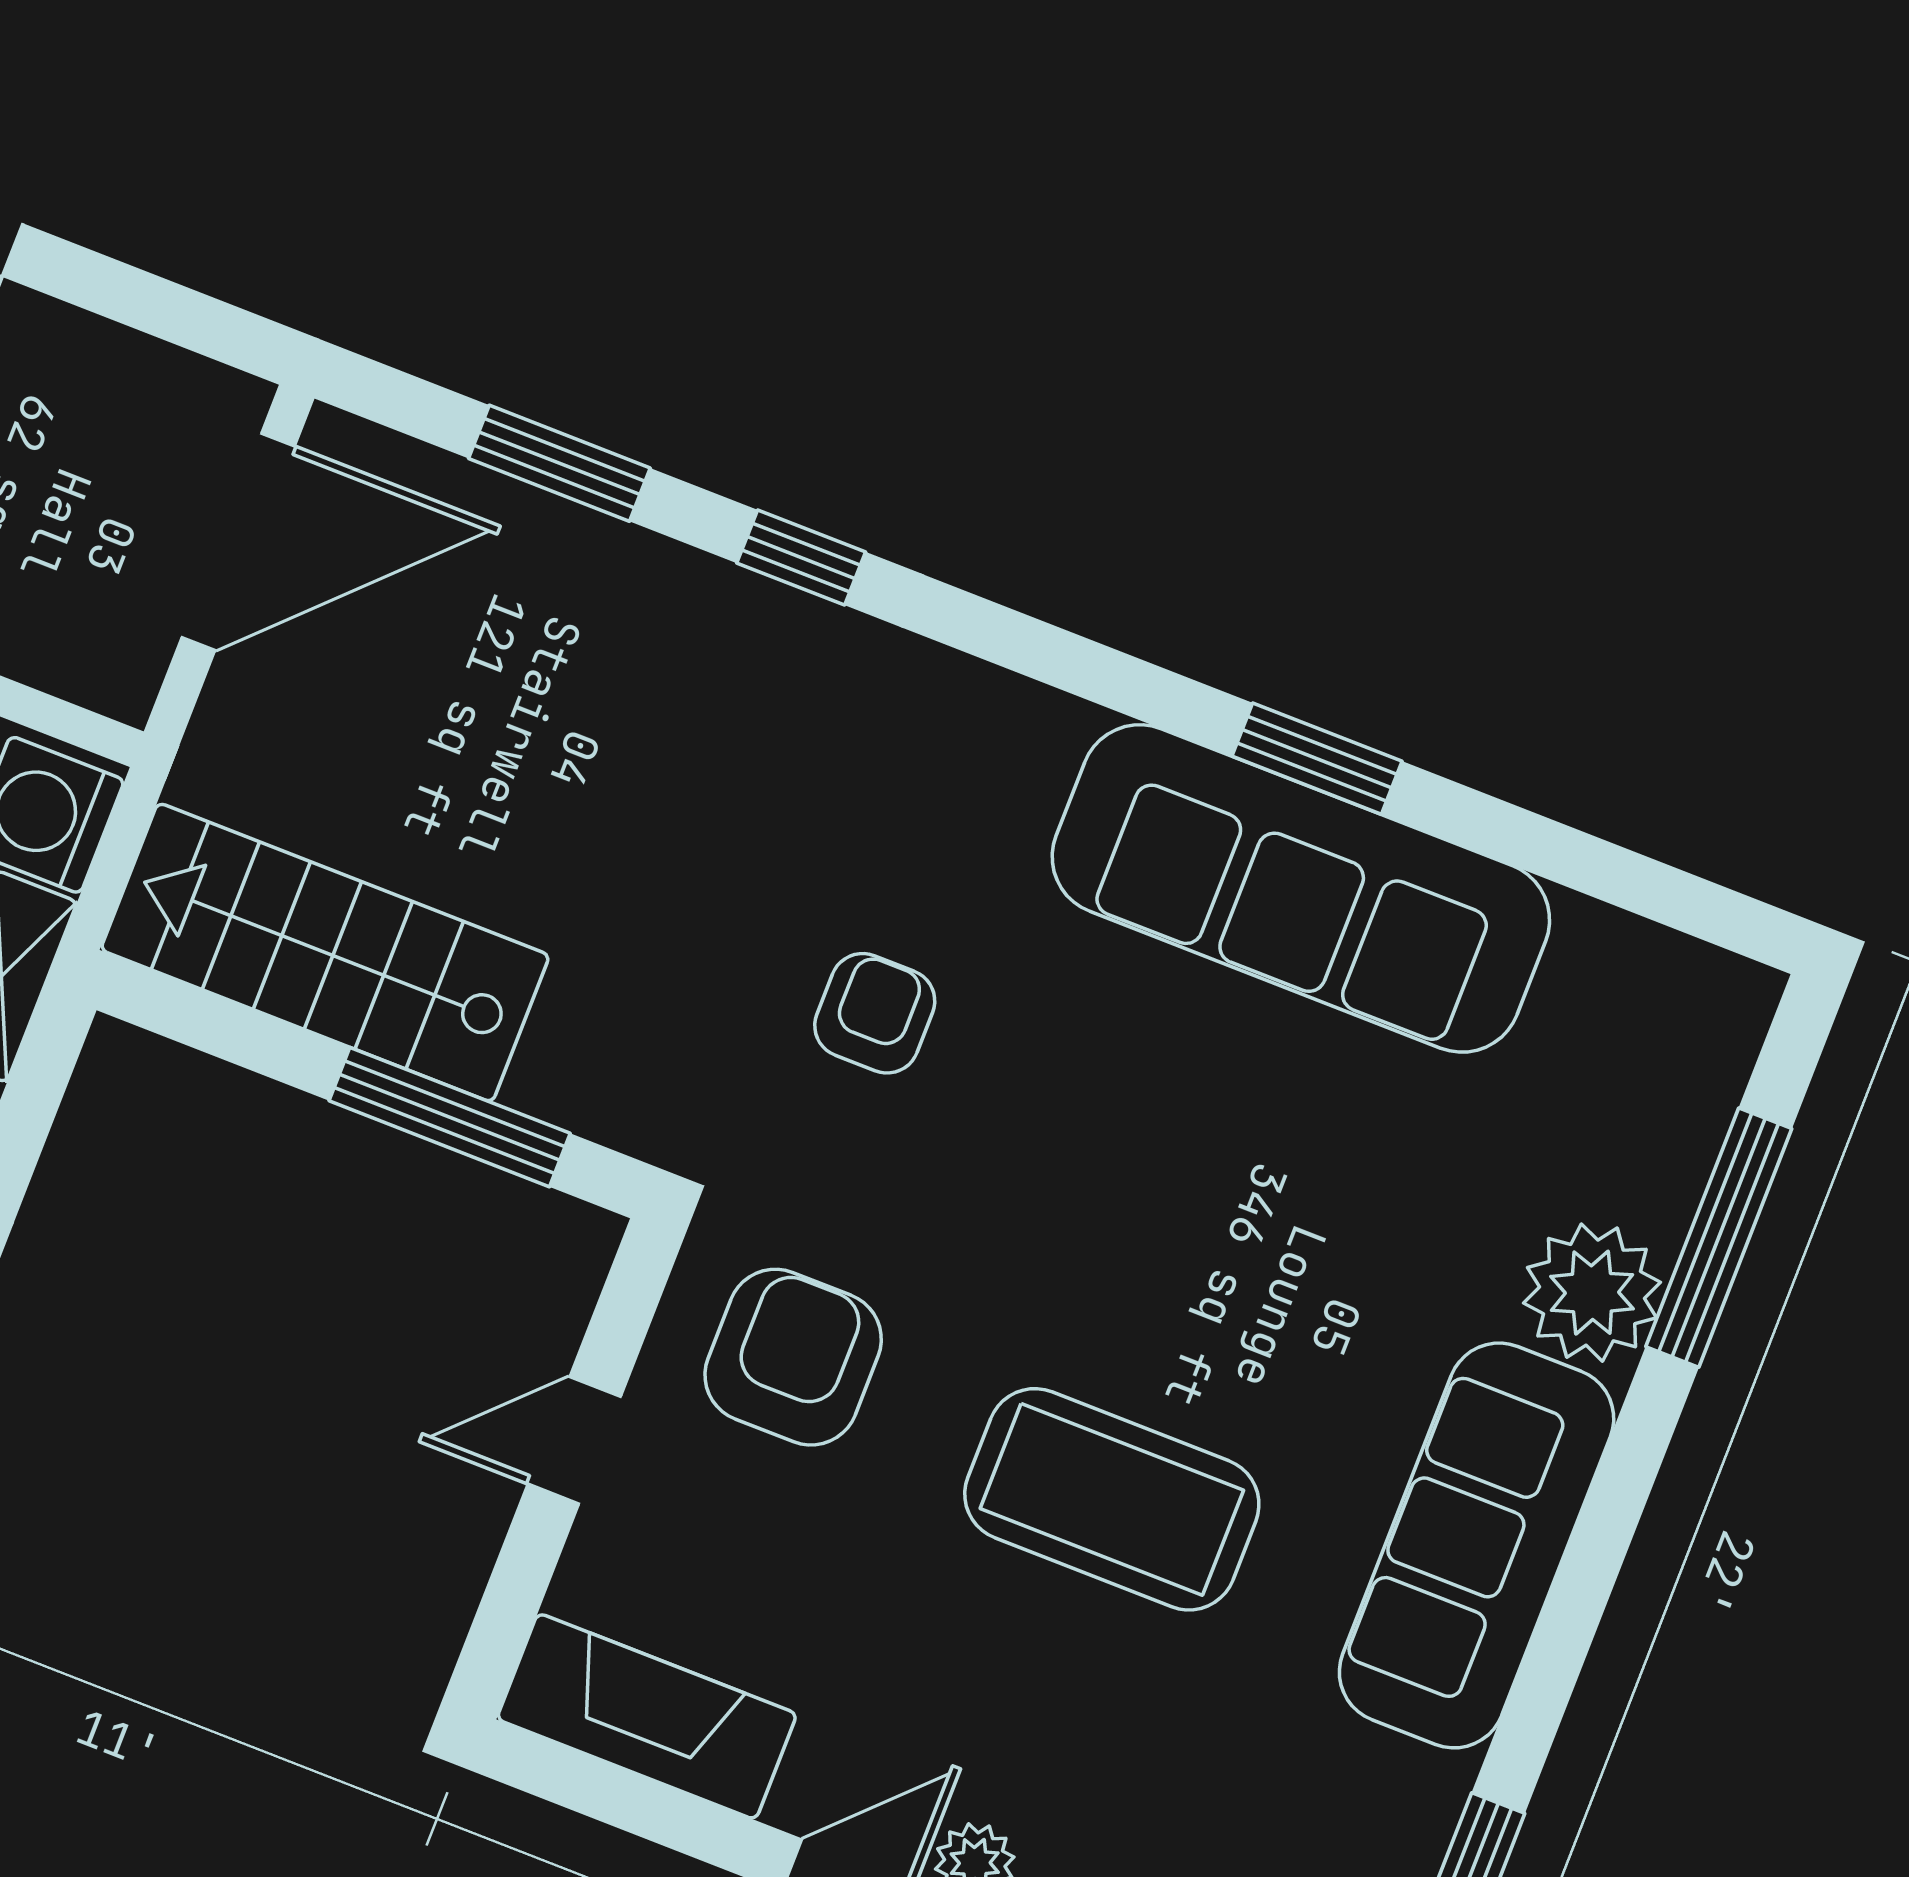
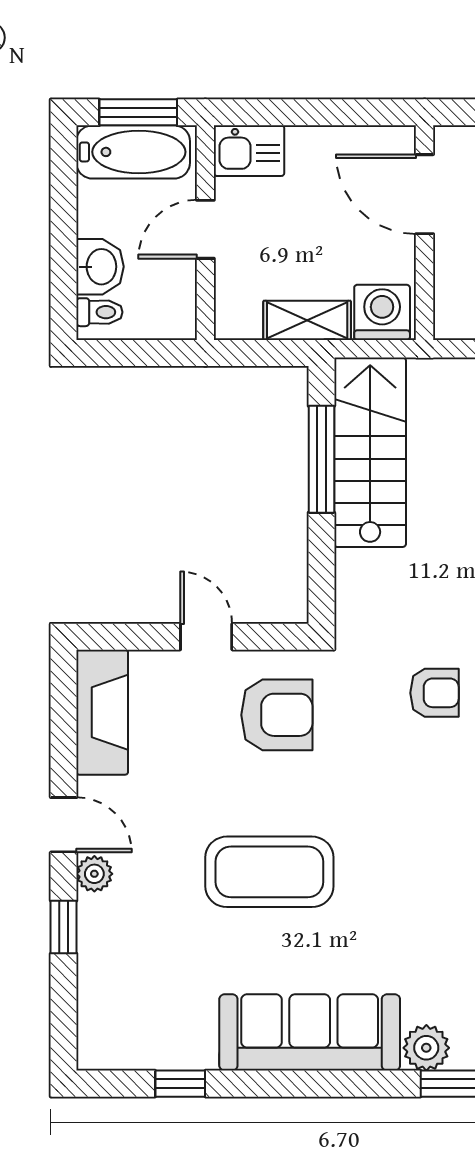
window: (450, 1117) -> (321, 459), moved
plant: (1592, 1293) -> (426, 1048), width x0.73, depth x0.73
coffee table: (1112, 1499) -> (269, 872), turned 90

